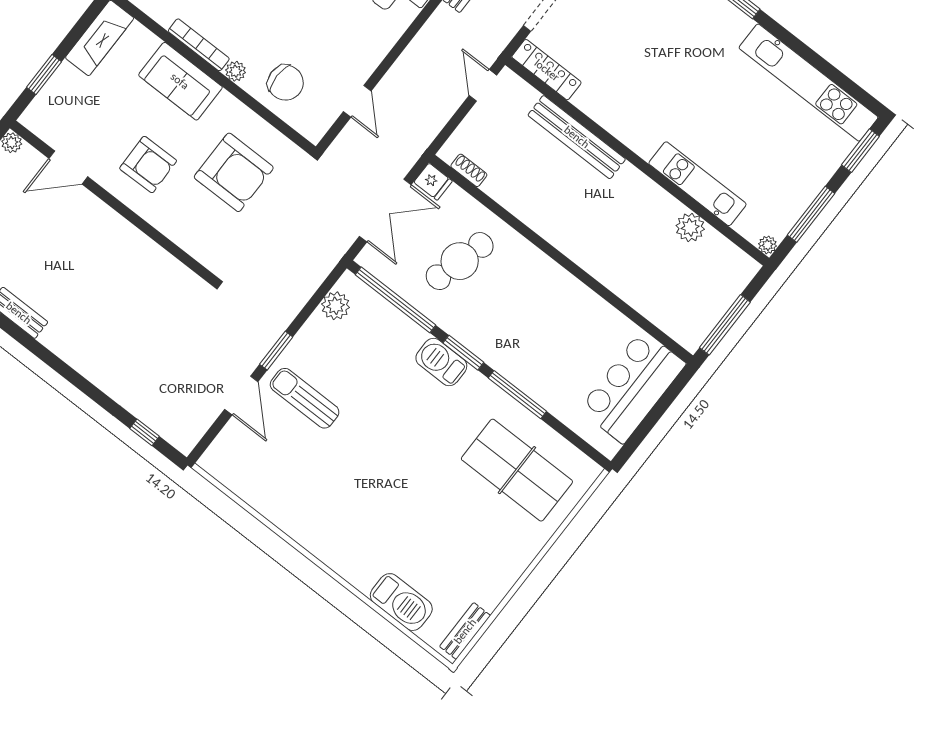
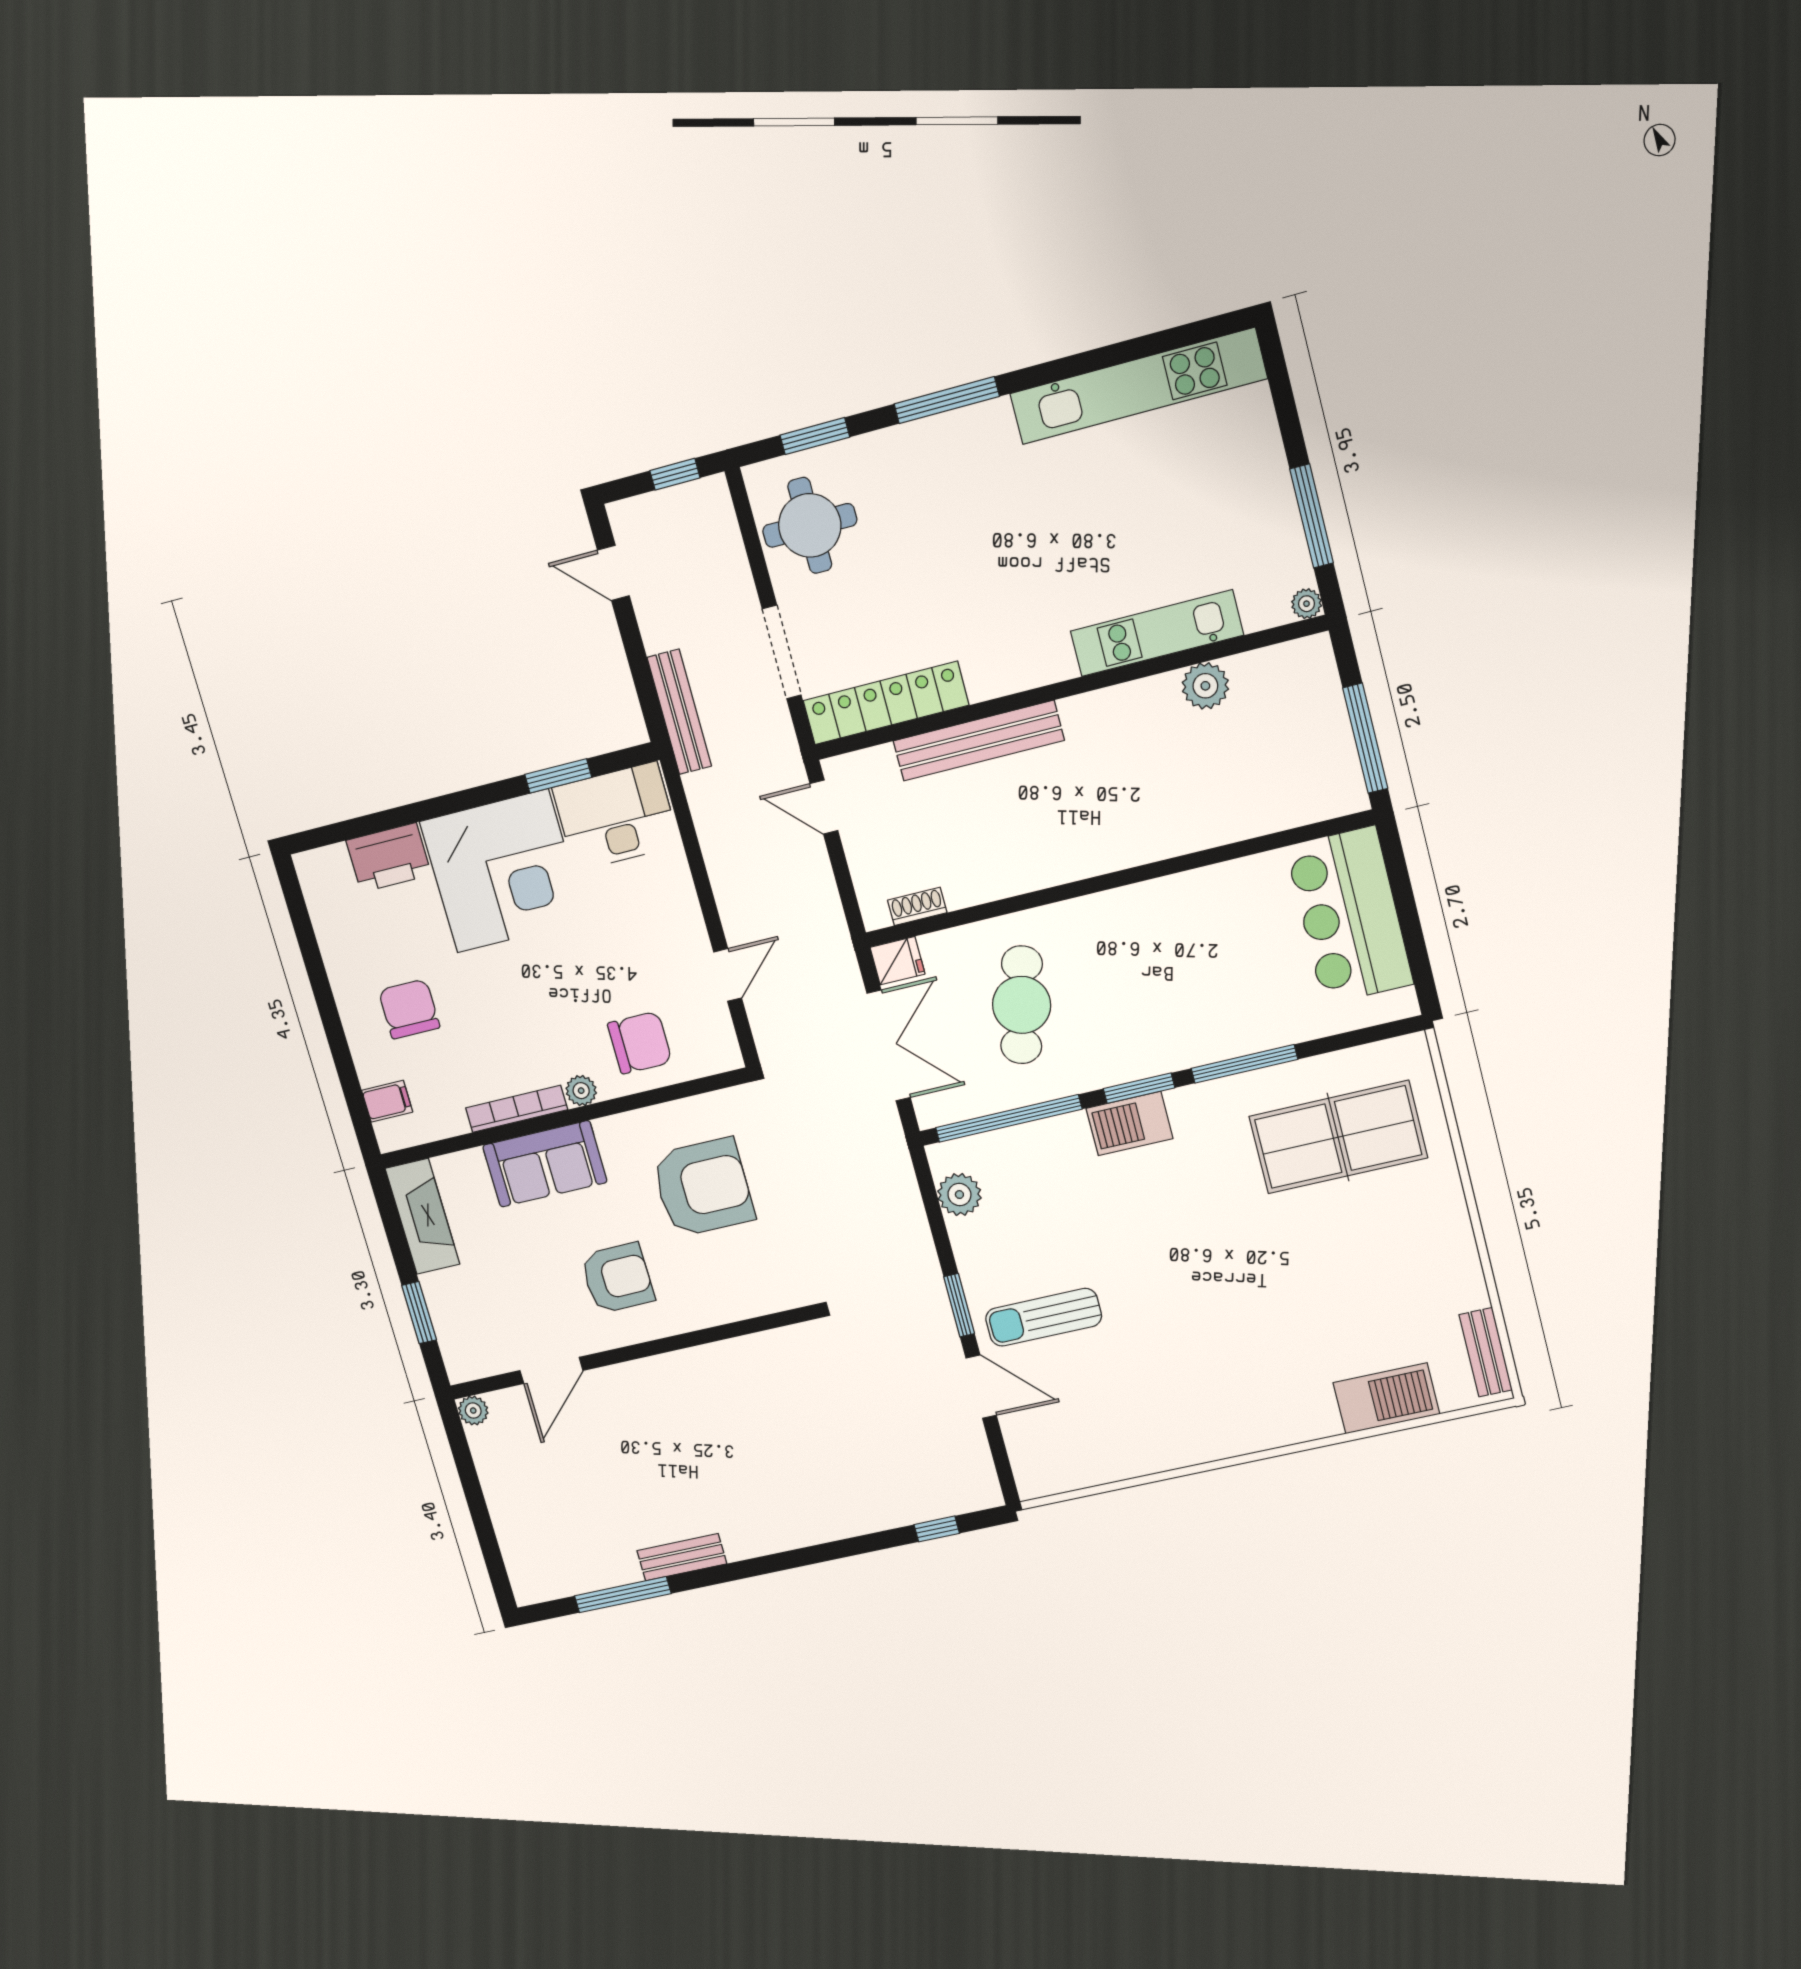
locker: (547, 70) -> (886, 703), width x1.41, depth x1.21
door: (357, 101) -> (728, 975), hinge flipped
window: (860, 151) -> (1280, 386), removed

